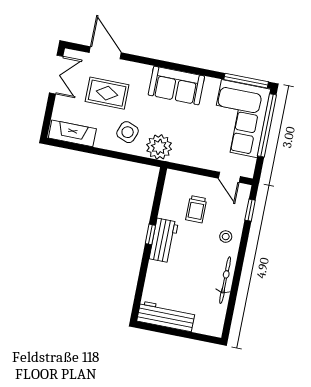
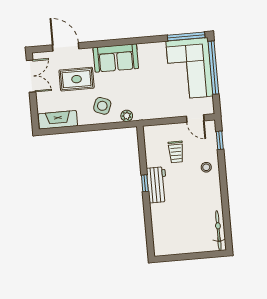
sofa: (176, 85) -> (116, 58), moved
plant: (159, 147) -> (127, 116), width x0.53, depth x0.53
bicycle: (225, 280) -> (218, 231), moved
workbench: (166, 316) -> (177, 246), removed

